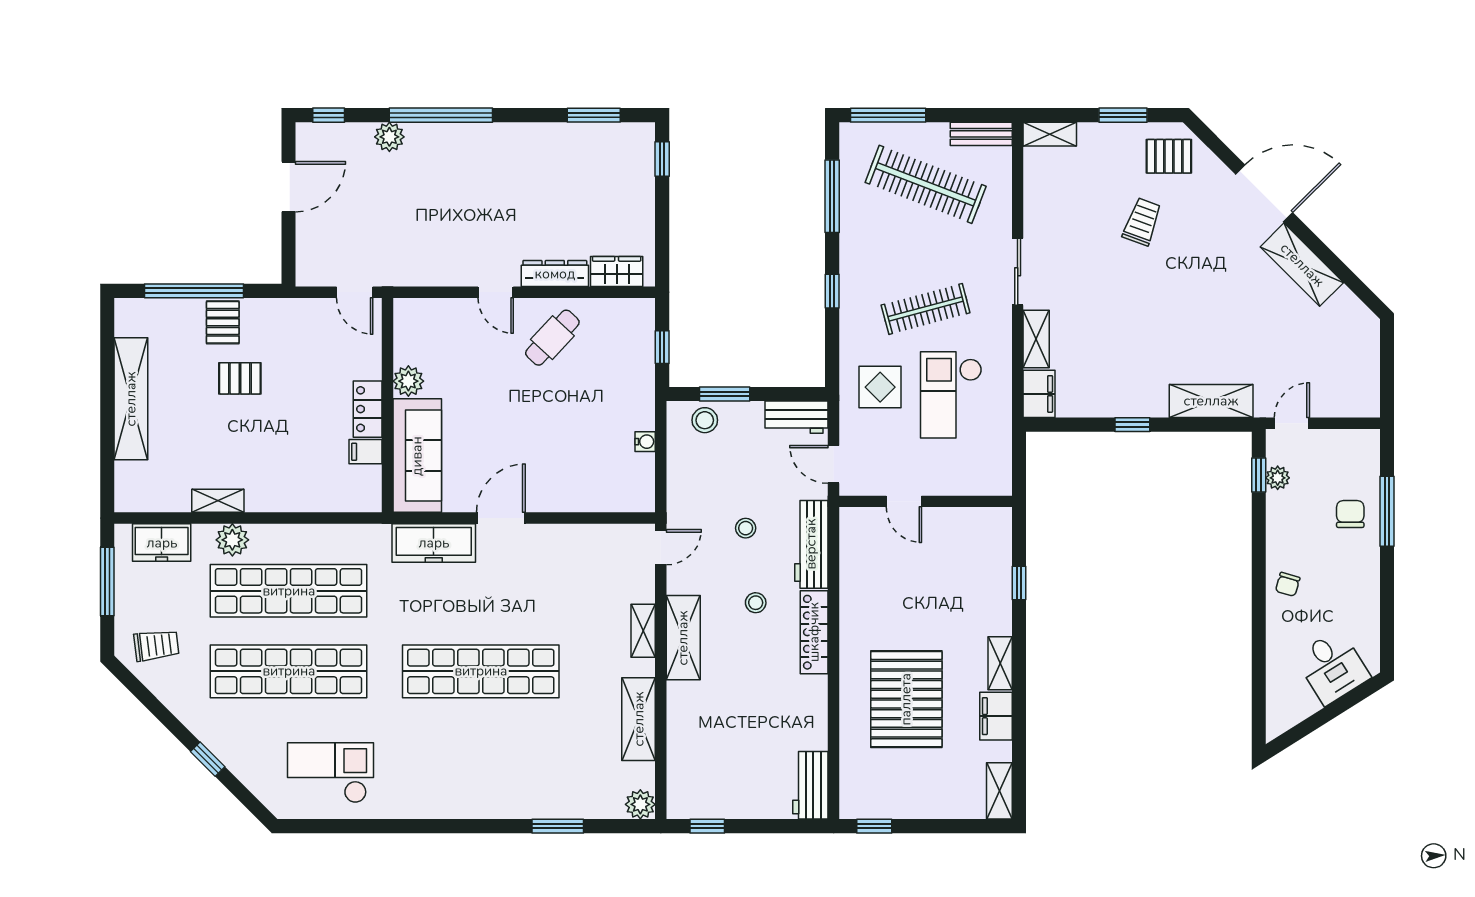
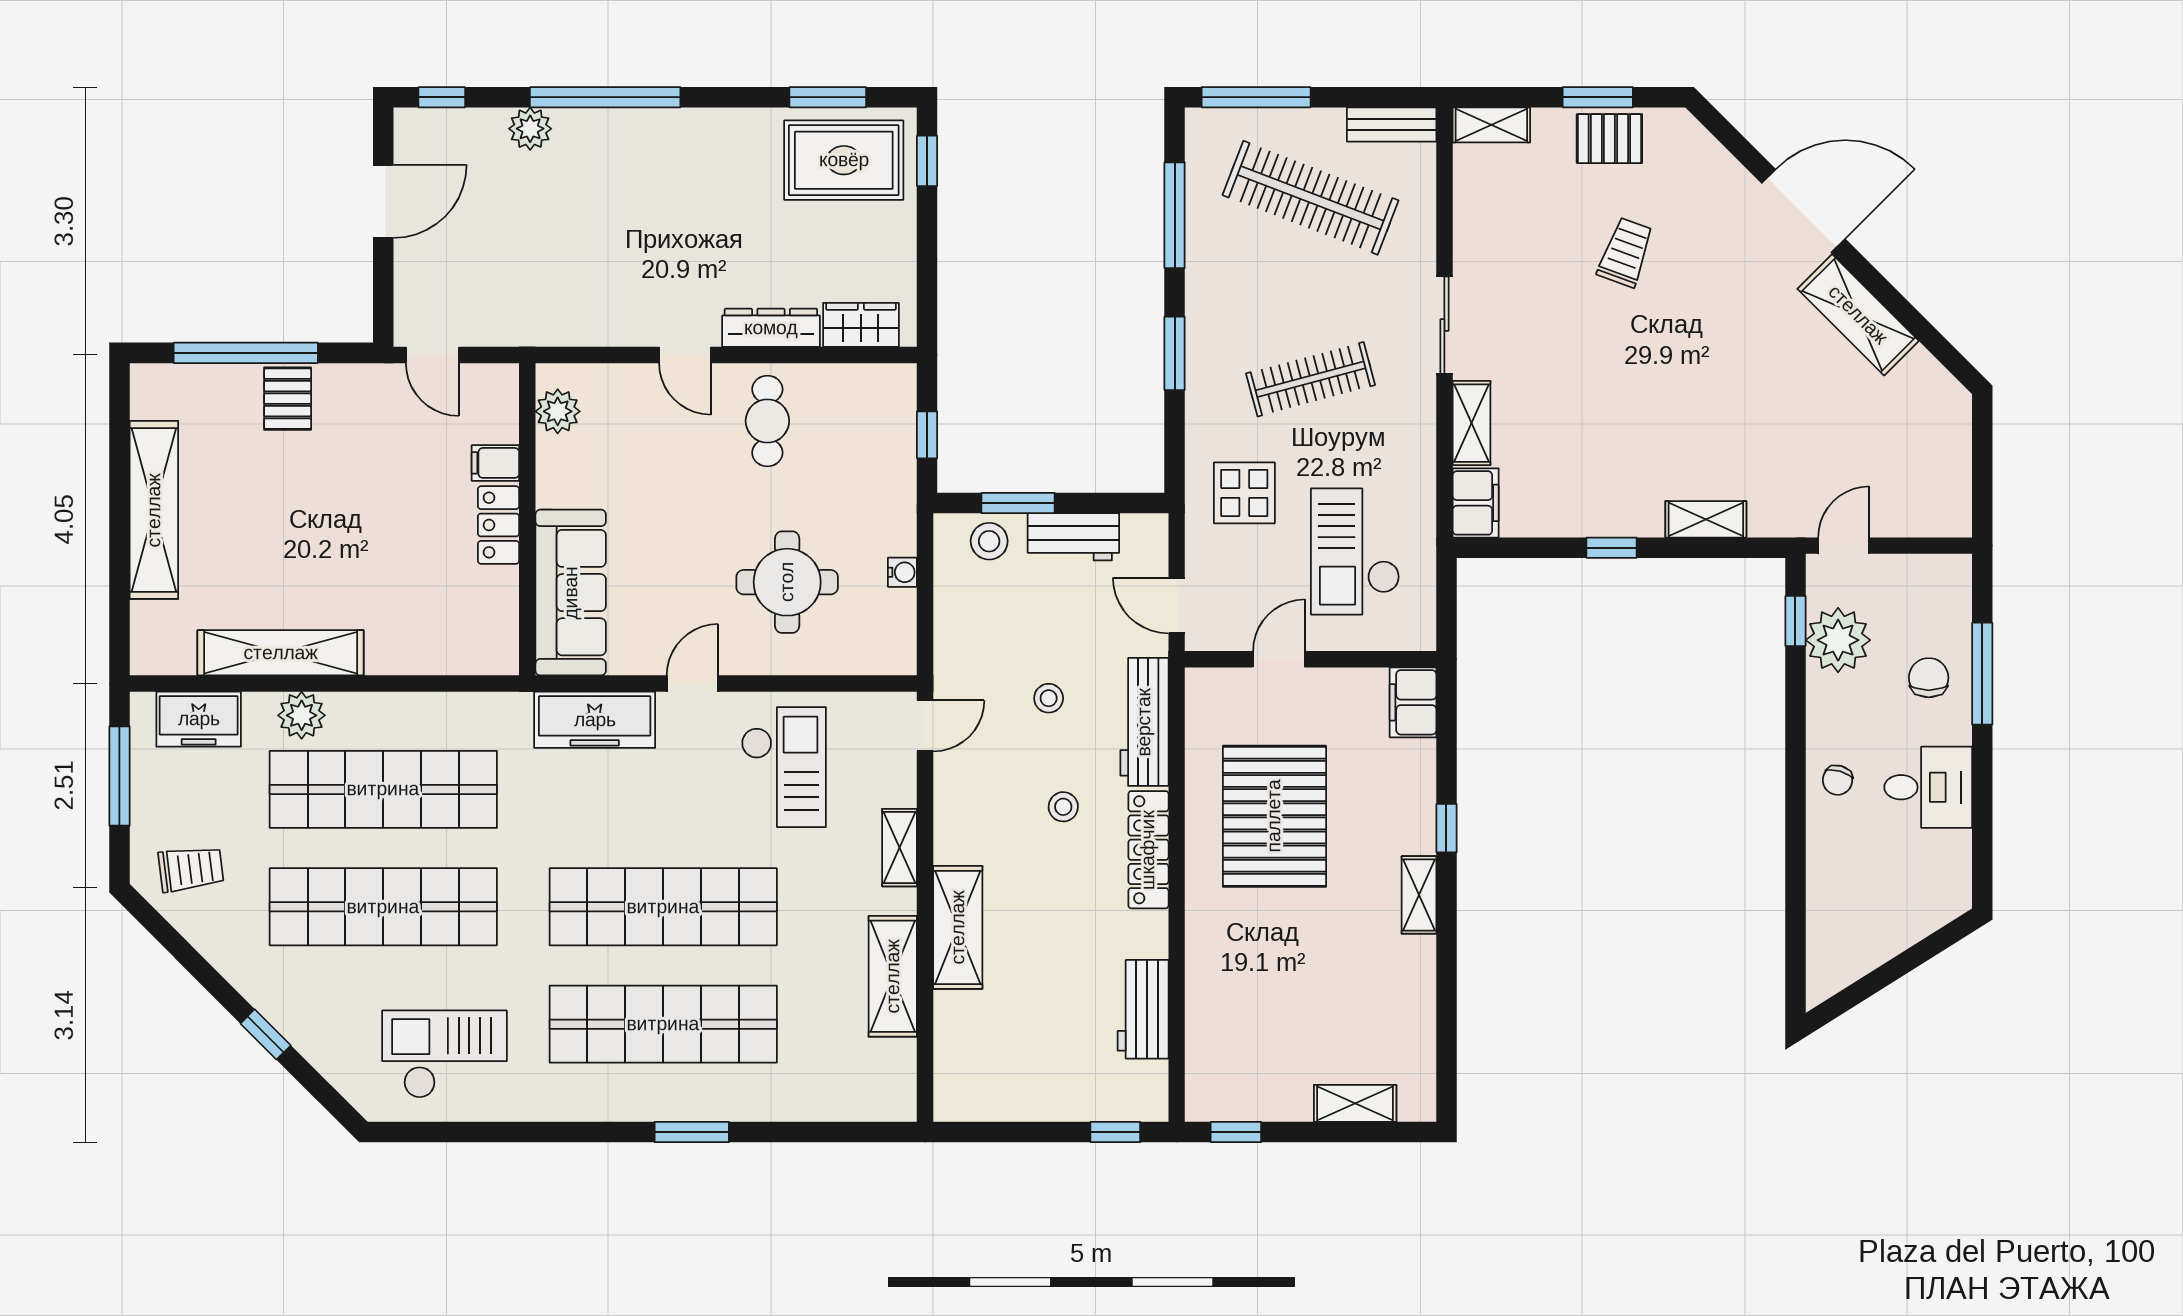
pallet: (1169, 156) -> (1609, 139), moved
rug: (605, 158) -> (844, 160), added
window: (832, 291) -> (1175, 353), width x1.50
door: (355, 292) -> (432, 355), moved
cafe table: (552, 338) -> (767, 421), turned -43
pallet: (240, 378) -> (313, 480), removed
plant: (408, 381) -> (558, 411), moved
checkout: (951, 395) -> (1355, 552), moved
shelving: (1211, 401) -> (1706, 519), width x0.67, depth x0.75
workbench: (797, 417) -> (1073, 537), moved
round table: (566, 448) -> (787, 582), added
filing cabinet: (366, 452) -> (495, 463), moved
plant: (1278, 478) -> (1838, 640), width x1.88, depth x1.88
shelving: (218, 501) -> (281, 653), width x2.20, depth x1.33
door: (904, 501) -> (1279, 659), swing flipped
door: (501, 518) -> (692, 684), width x0.73
checkout: (564, 575) -> (784, 767), added
window: (1019, 583) -> (1446, 828), moved
shelving: (683, 638) -> (958, 927), moved
desk: (1332, 667) -> (1928, 787), moved, turned -58
pallet: (906, 699) -> (1274, 816), moved
filing cabinet: (996, 716) -> (1413, 702), moved
shop shelf: (481, 752) -> (663, 1024), added
workbench: (810, 785) -> (1143, 1009), moved
shelving: (999, 791) -> (1355, 1103), moved, turned 90
plant: (640, 804) -> (895, 1100), removed
window: (558, 826) -> (692, 1132), moved
window: (707, 826) -> (1115, 1132), moved

